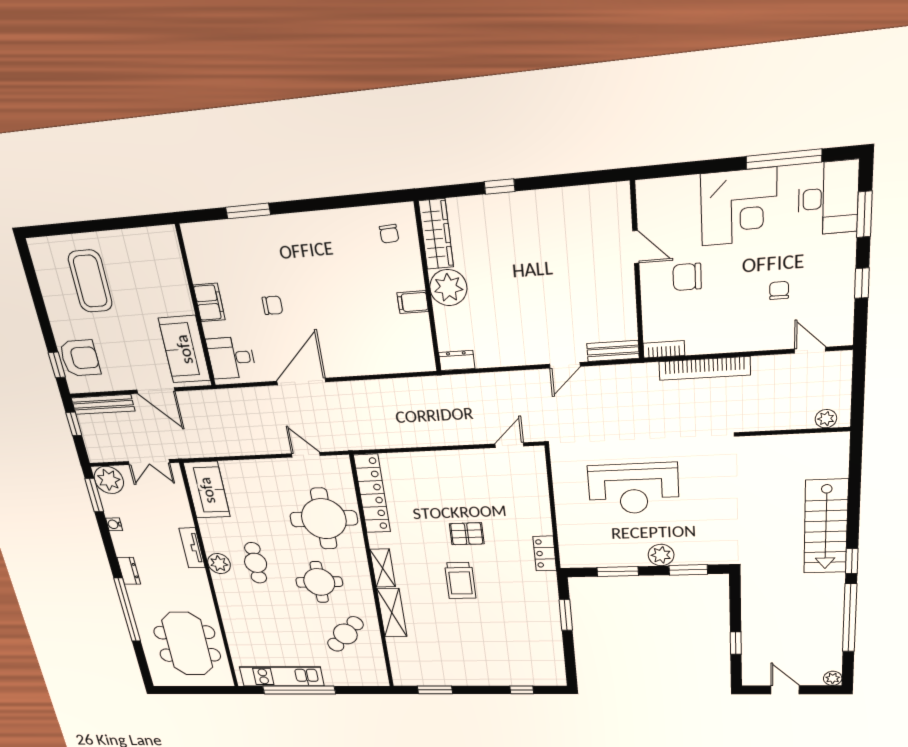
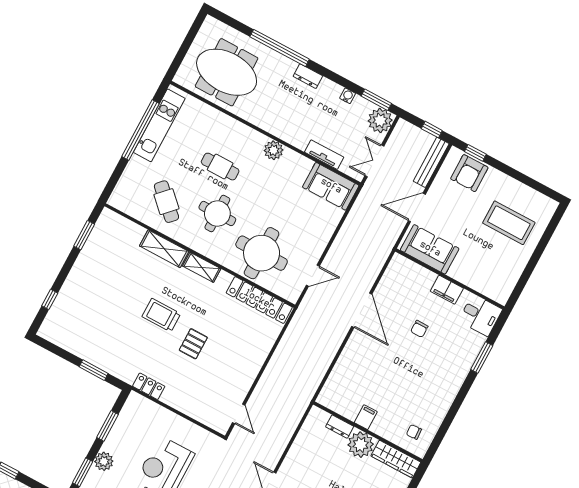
desk: (231, 358) -> (480, 315), moved, turned 90
dresser: (457, 361) -> (340, 427), moved, turned 90
tv unit: (192, 548) -> (324, 155), moved
cafe table: (256, 563) -> (220, 167), moved

